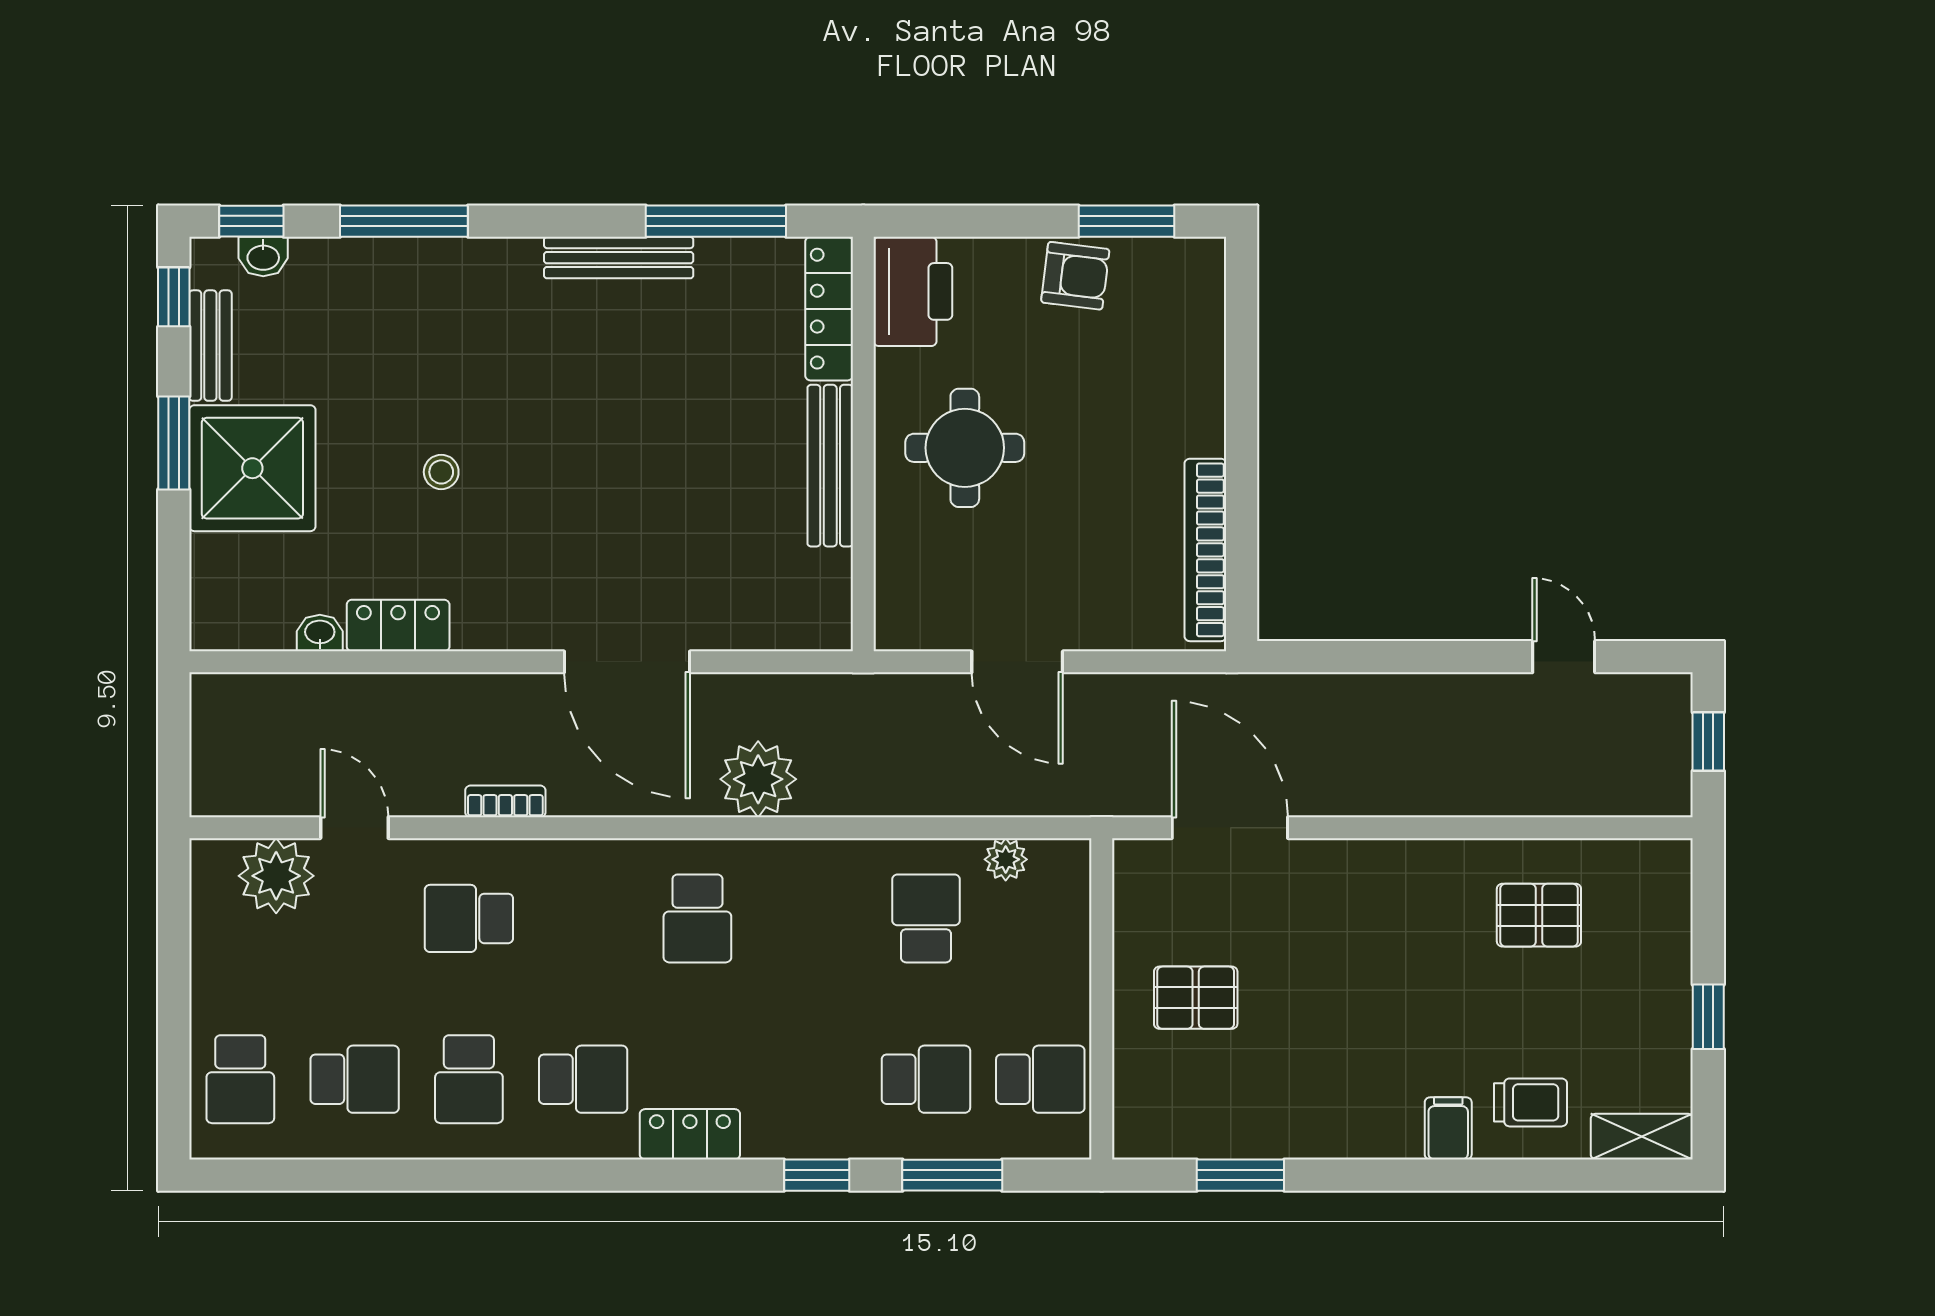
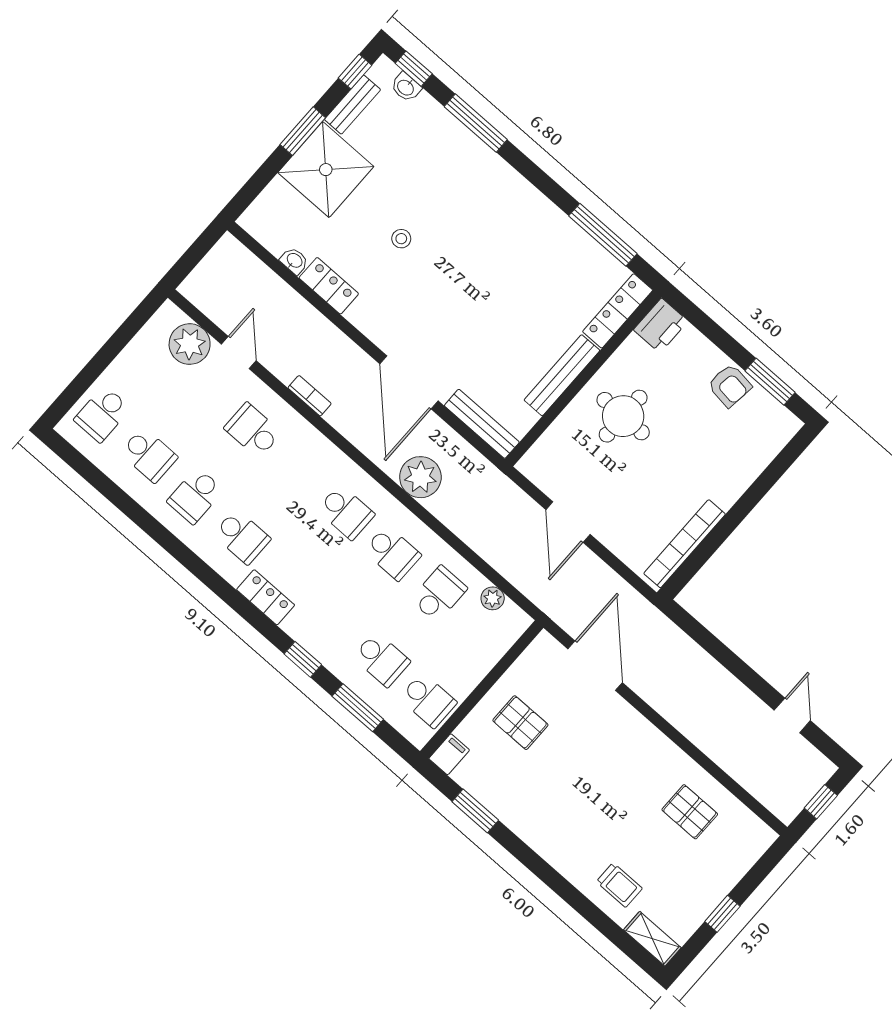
bench: (619, 258) -> (482, 424), moved
printer: (913, 291) -> (661, 326), width x0.73, depth x0.84
school desk: (697, 918) -> (346, 512), turned -90
school desk: (812, 918) -> (392, 553), added
filing cabinet: (1448, 1128) -> (449, 754), moved

